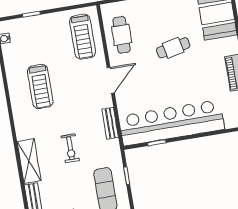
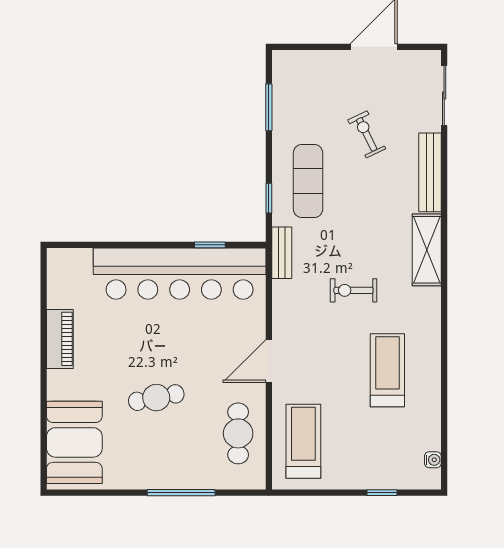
bench: (110, 123) -> (282, 253), moved
exercise bike: (70, 148) -> (353, 290), moved, turned -90

